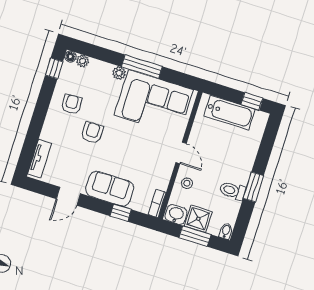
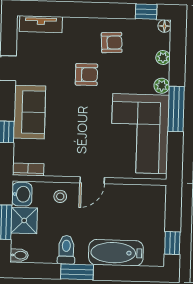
plant: (83, 61) -> (163, 57), moved
bathtub: (229, 112) -> (116, 253), moved, turned 90

